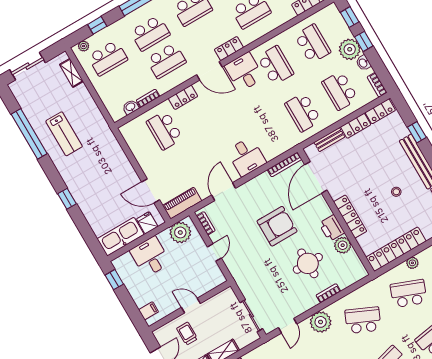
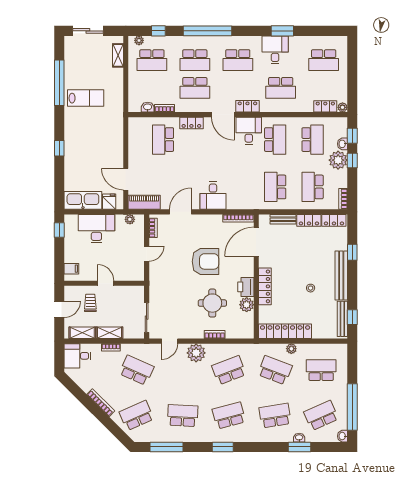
washbasin: (363, 63) -> (342, 144), moved
lab bench: (64, 134) -> (86, 98), turned -90
plant: (180, 232) -> (130, 219), width x0.53, depth x0.53
desk: (150, 257) -> (96, 229), width x1.37
school desk: (363, 320) -> (229, 370), turned -45

